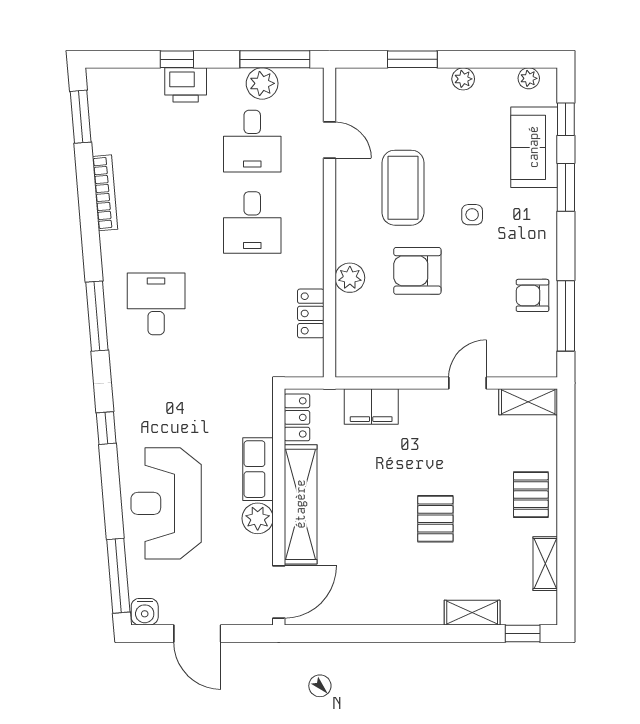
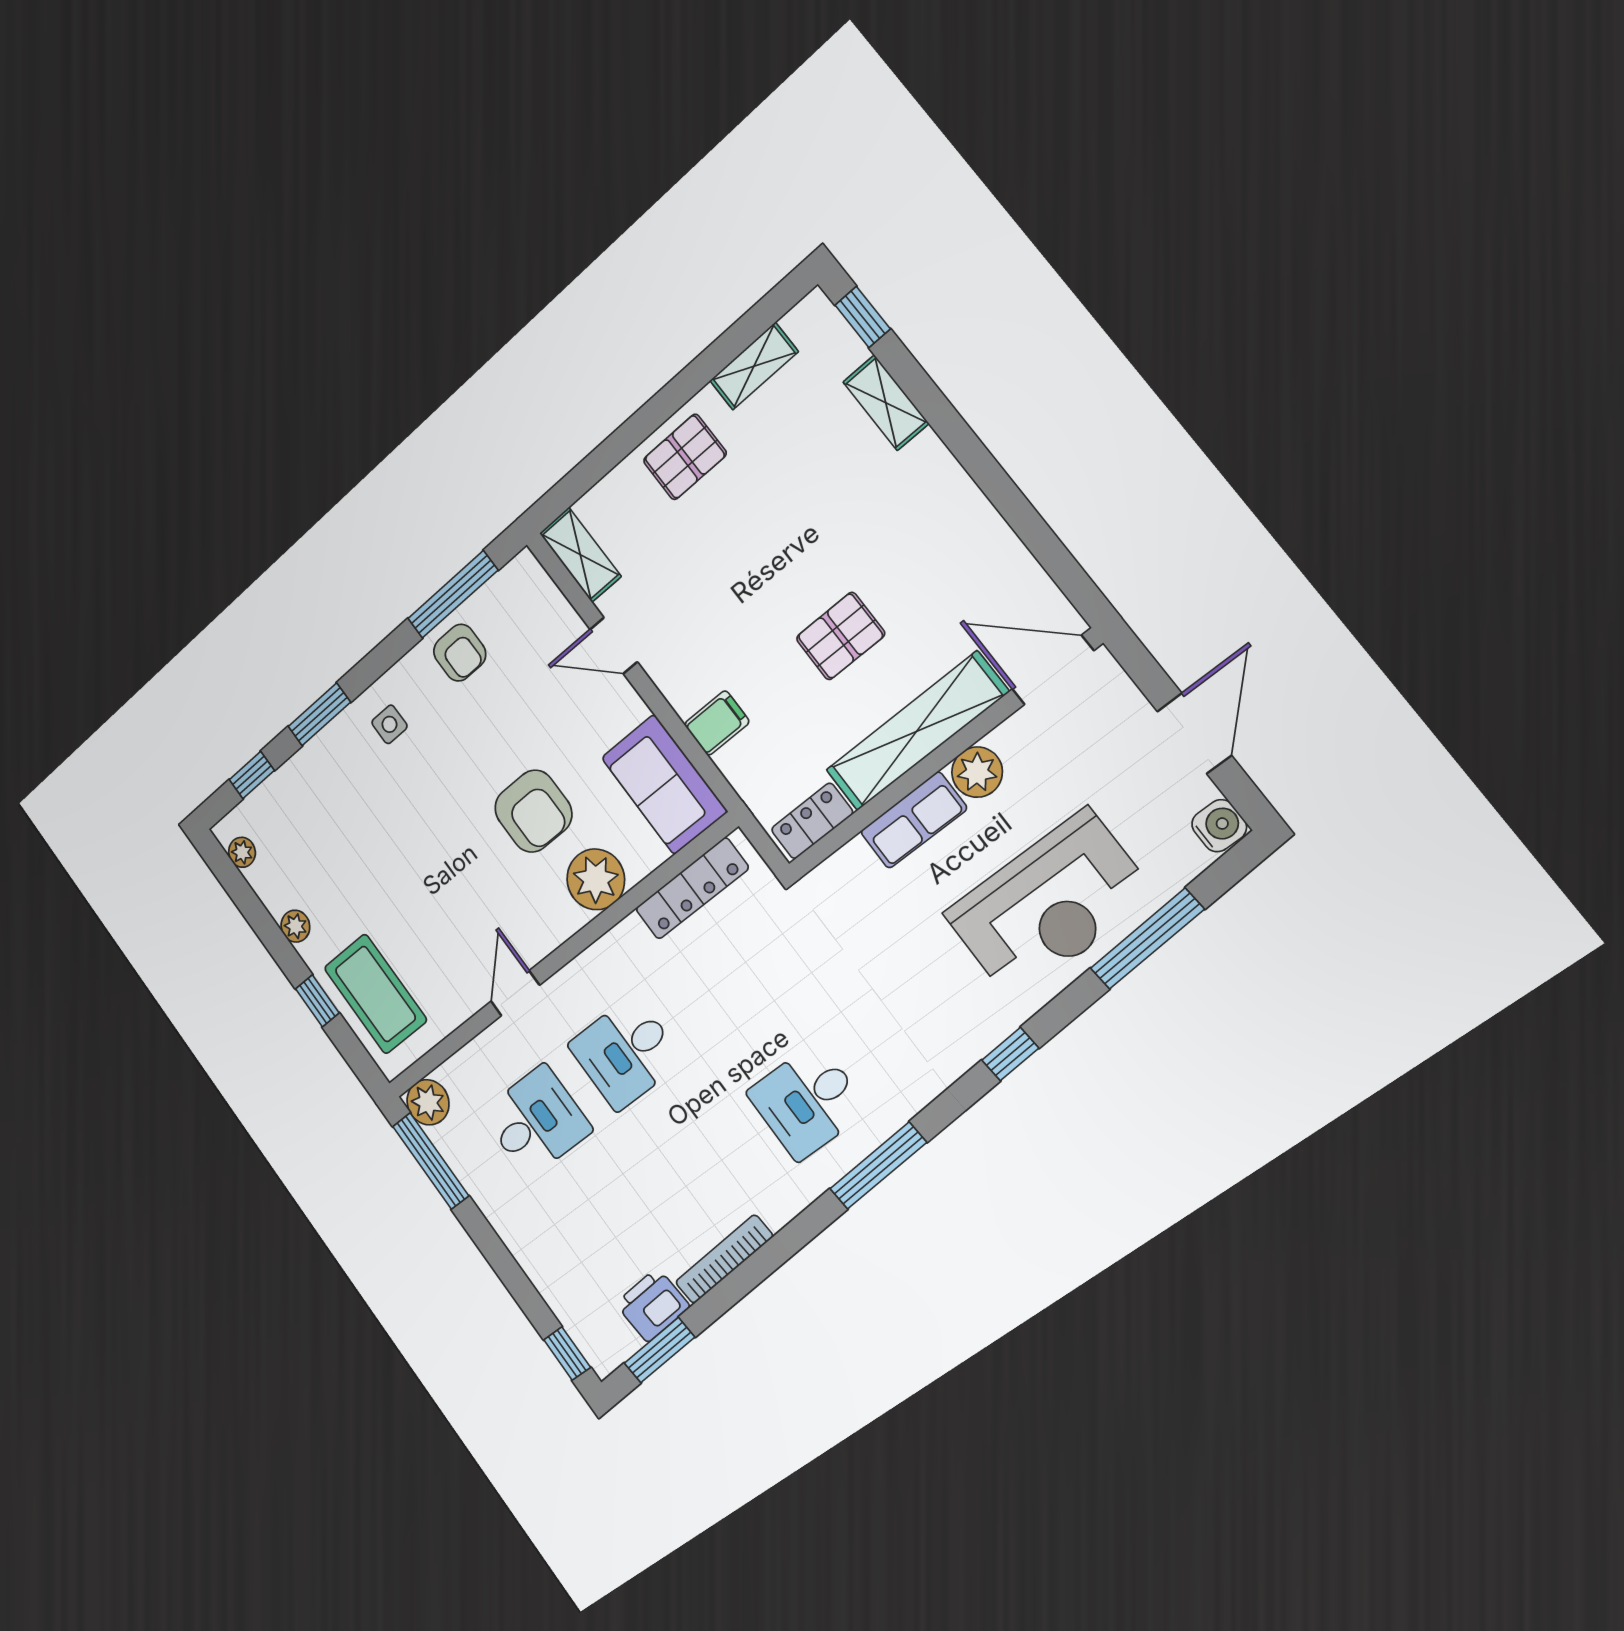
window: (177, 59) -> (567, 1354), moved
window: (412, 59) -> (317, 1001), width x0.67
plant: (262, 83) -> (428, 1102), moved
printer: (186, 85) -> (653, 1305), moved, turned -95
door: (329, 140) -> (515, 993), moved
sofa: (534, 147) -> (664, 785), moved, turned 90
coffee table: (403, 188) -> (375, 994), moved, turned 90
side table: (472, 215) -> (389, 724), moved
desk: (252, 223) -> (626, 1053), turned 180
plant: (350, 278) -> (596, 879), width x1.36, depth x1.36
locker: (311, 313) -> (692, 889), width x1.53
filing cabinet: (371, 407) -> (717, 723), width x0.50
pallet: (435, 519) -> (840, 636), moved
window: (118, 576) -> (1147, 939), moved

